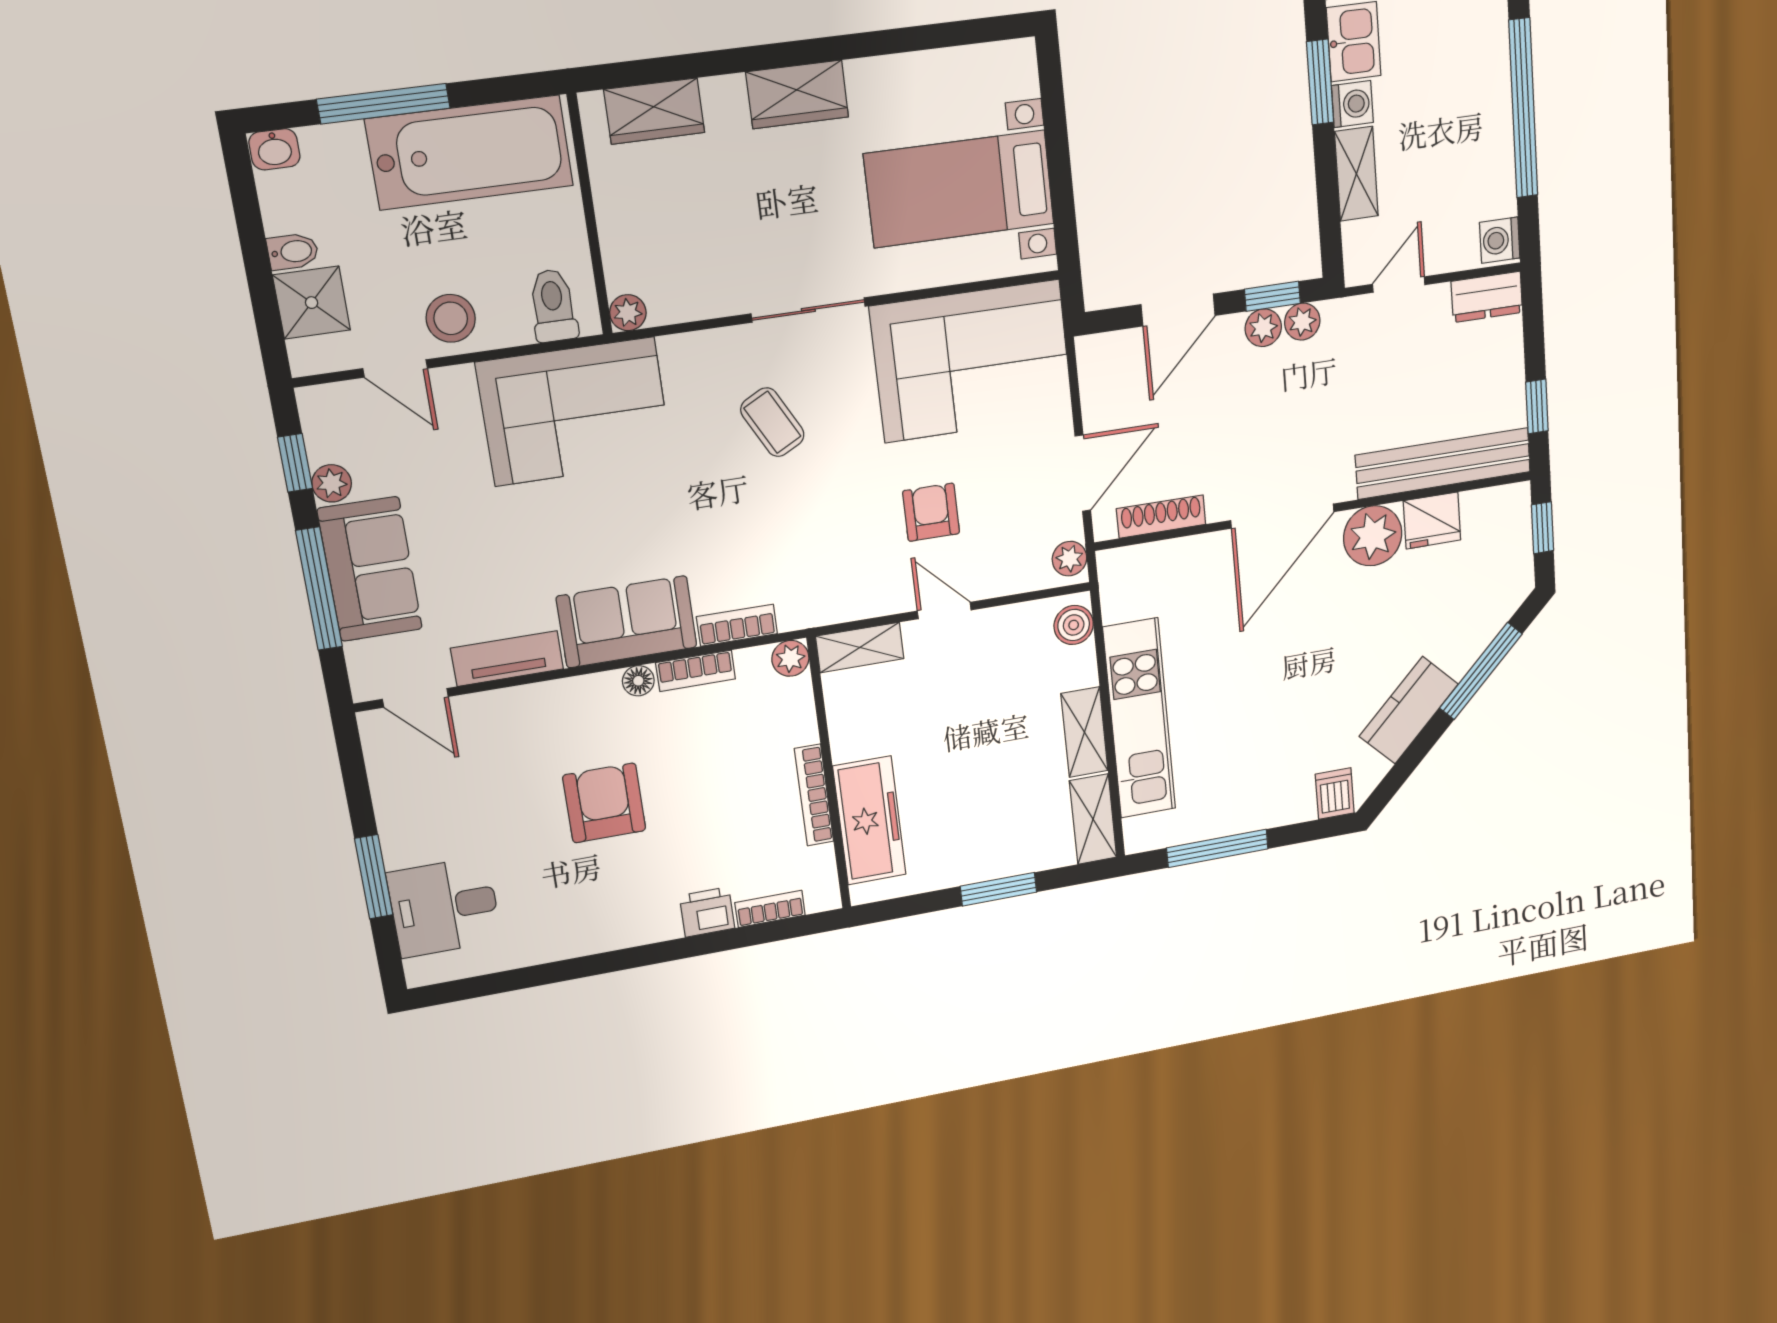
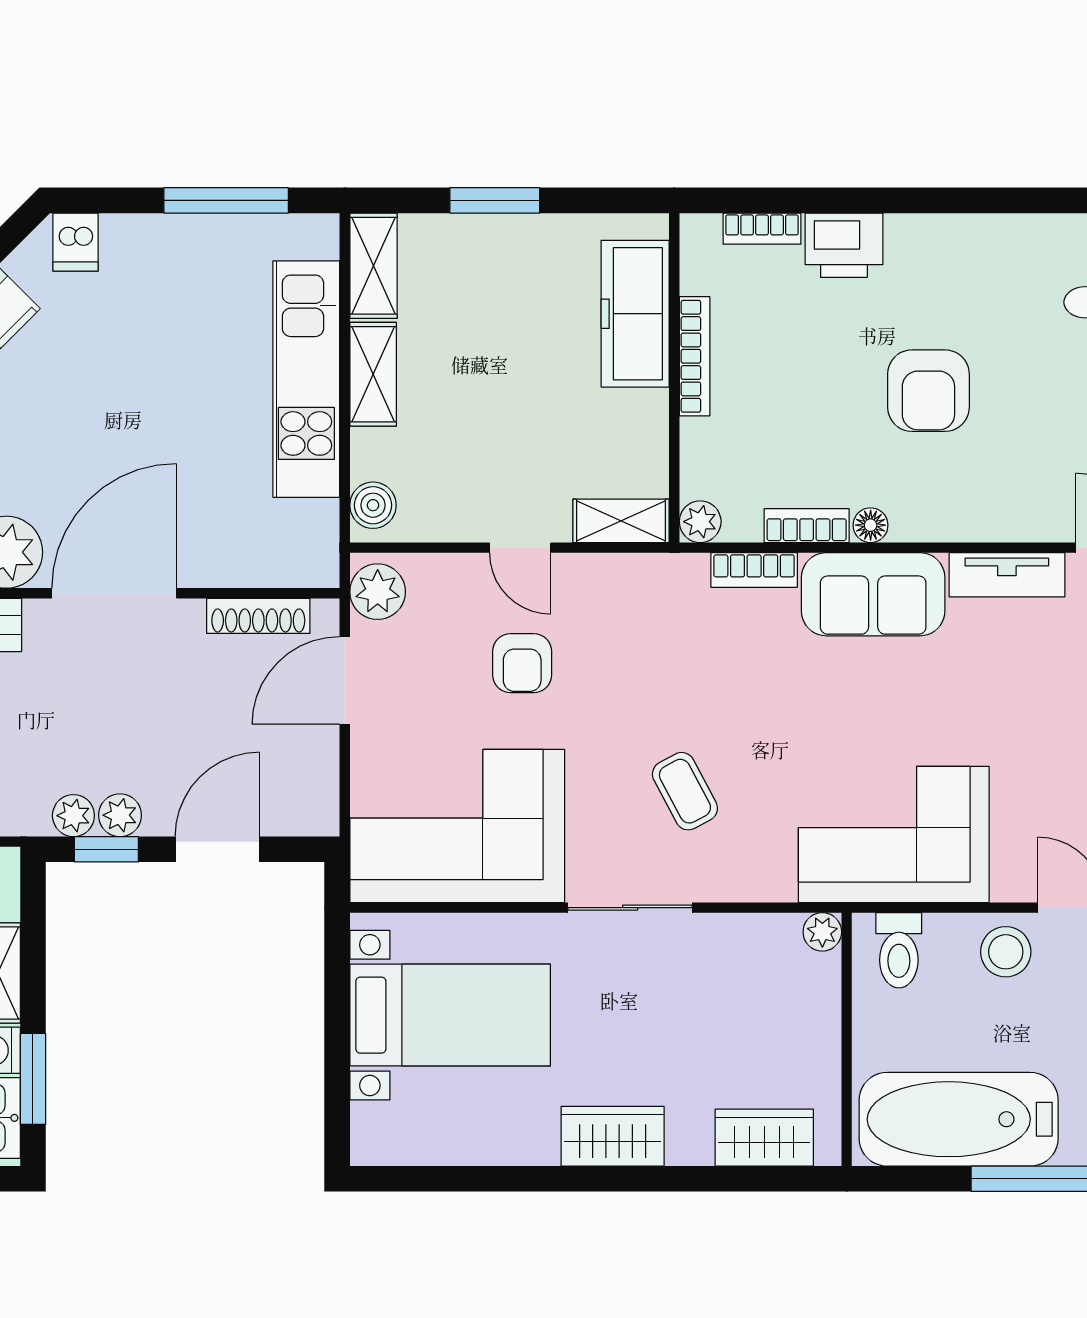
plant: (1069, 559) -> (378, 592), width x1.38, depth x1.38
printer: (707, 912) -> (844, 245), width x1.36, depth x1.24

